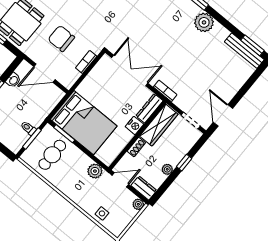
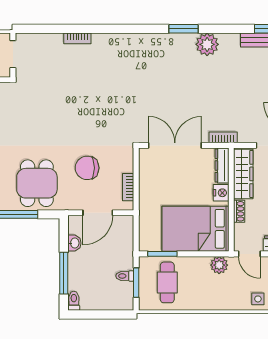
bookcase: (86, 62) -> (128, 187), moved
bed: (84, 123) -> (195, 229), moved, turned 180
door: (120, 180) -> (249, 254), swing flipped

